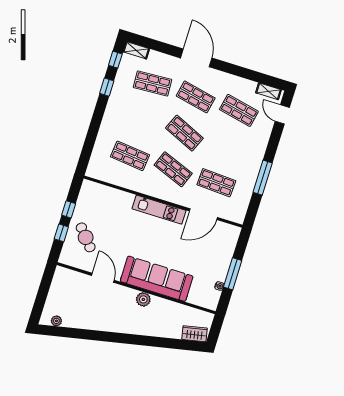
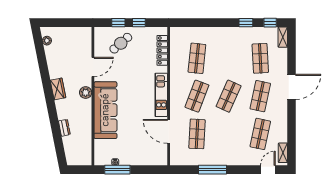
locker: (109, 193) -> (162, 50), added
window: (233, 274) -> (117, 170), moved
plant: (143, 299) -> (86, 93), moved
dresser: (162, 332) -> (64, 128), added
wardrobe: (195, 334) -> (58, 89), moved

